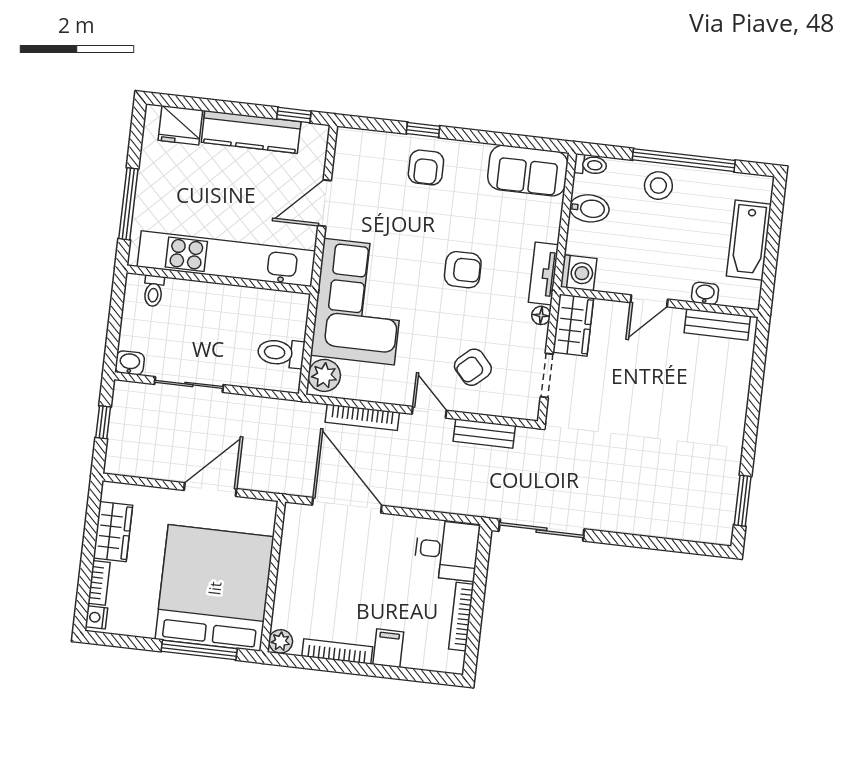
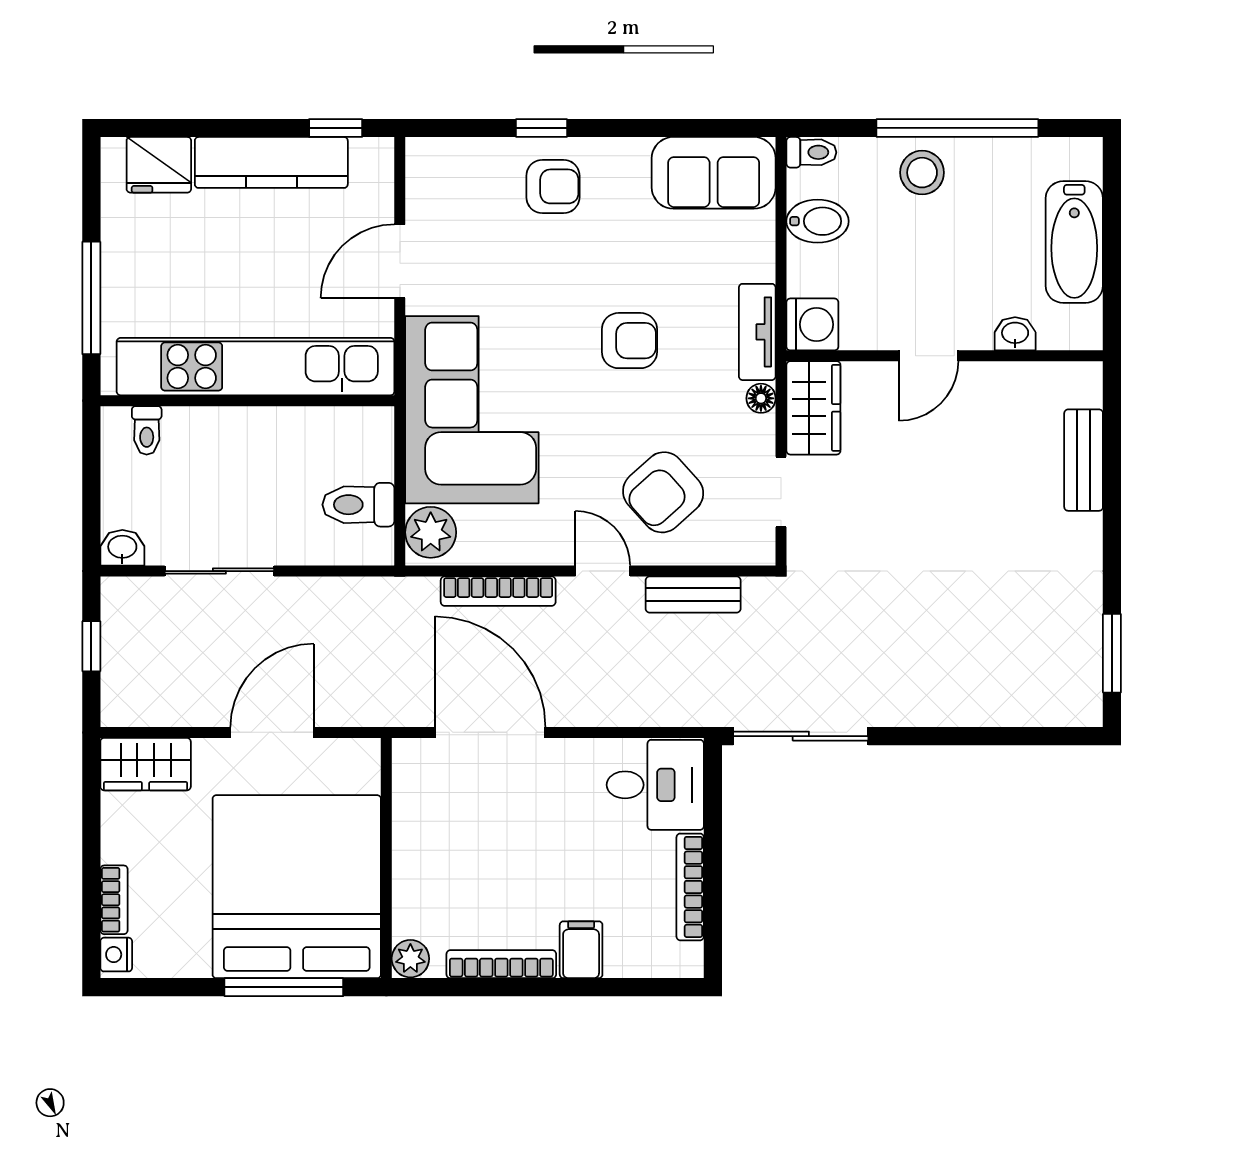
armchair: (426, 167) -> (553, 186), turned -90
bench: (717, 324) -> (1084, 460), moved, turned 90
armchair: (473, 367) -> (663, 492), width x1.38, depth x1.38
wardrobe: (113, 532) -> (146, 764), moved, turned 90

